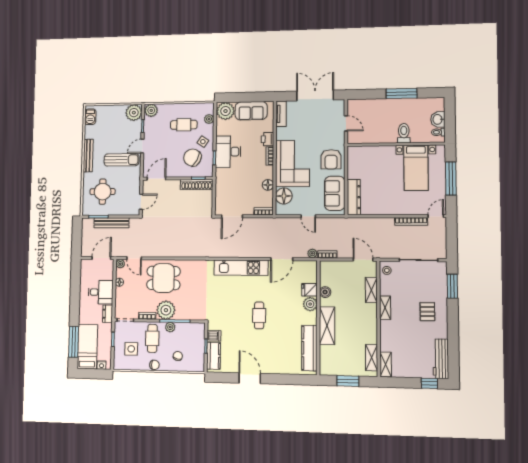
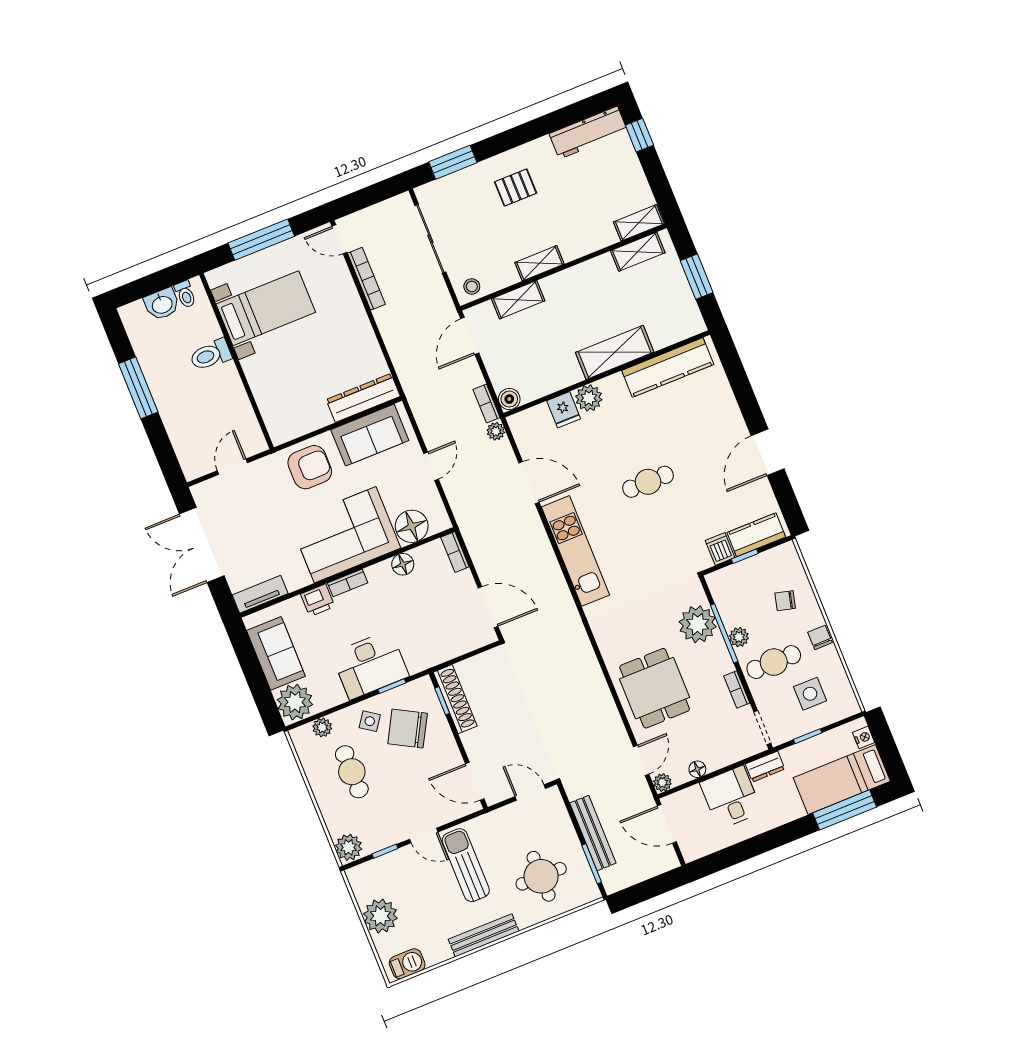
plant: (134, 113) -> (380, 916), moved
chair: (192, 158) -> (408, 729), turned 91
boiler: (325, 292) -> (509, 399), moved
plant: (166, 310) -> (698, 624), moved

